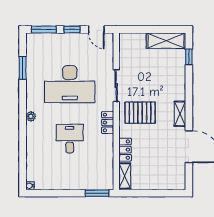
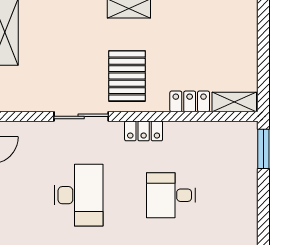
desk: (70, 84) -> (79, 195), width x0.73, depth x0.77

